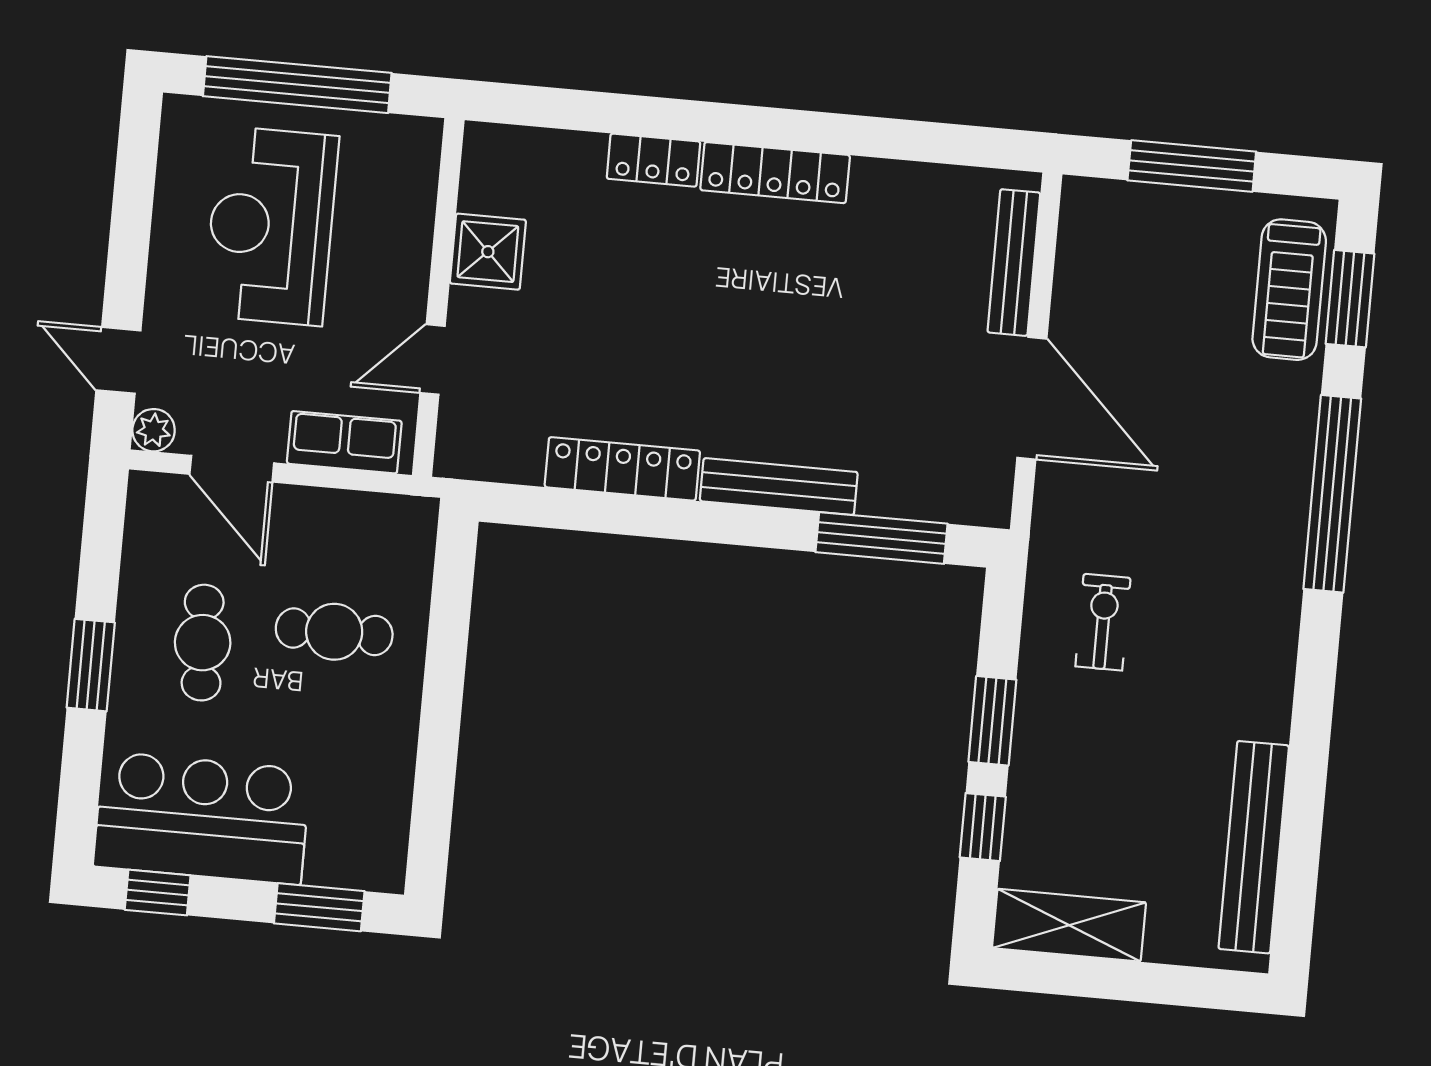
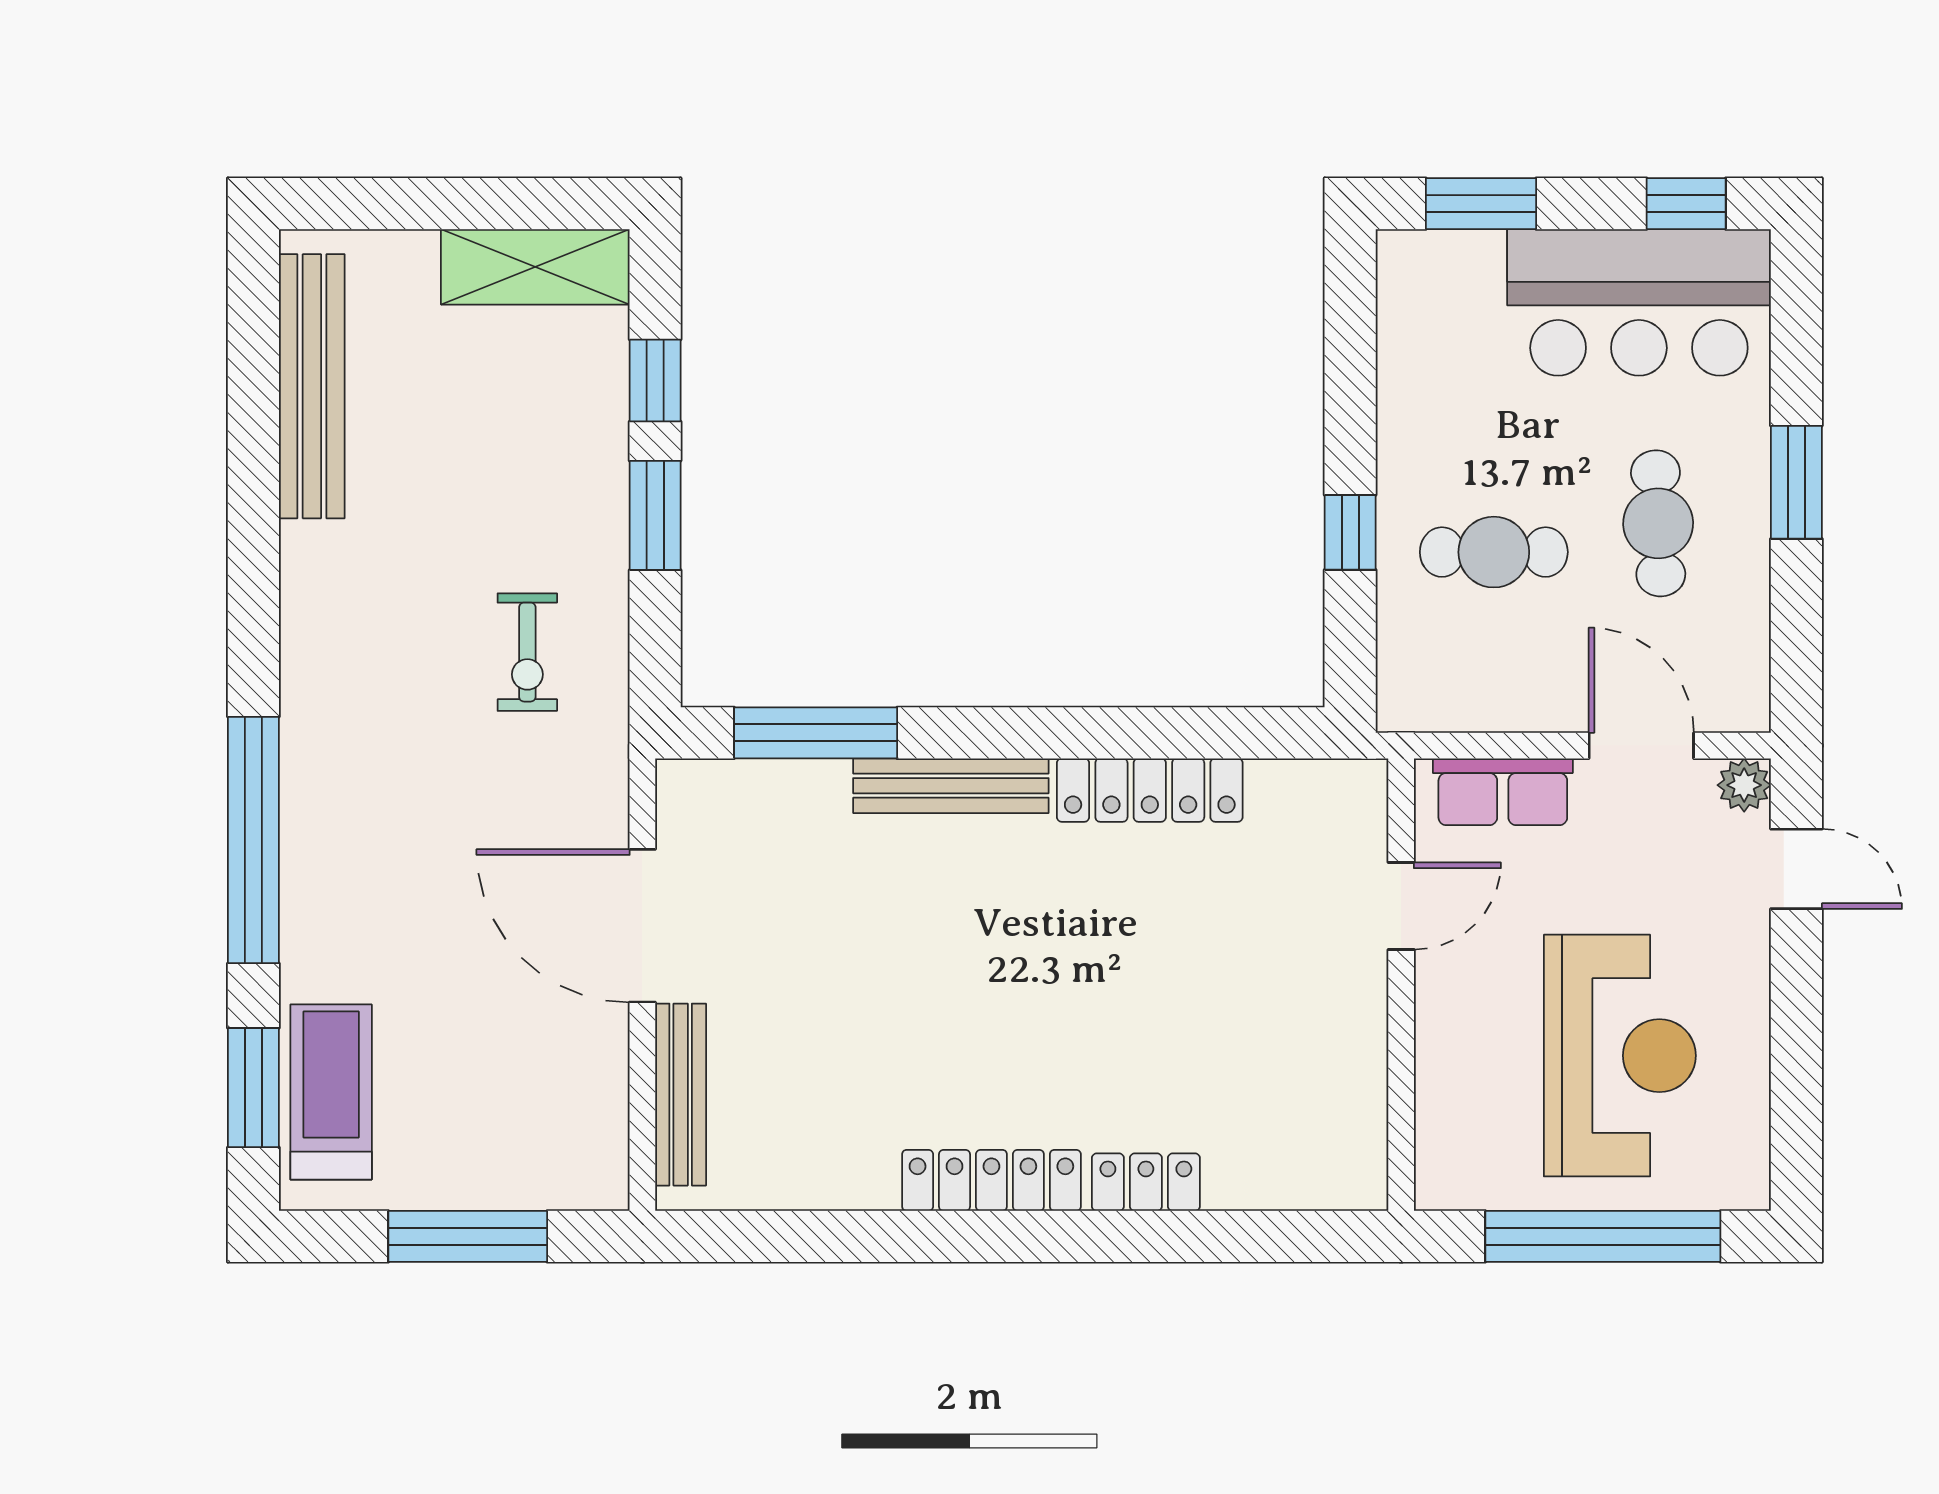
shower: (488, 252) -> (1344, 1048), removed
window: (446, 658) -> (1350, 532), added

